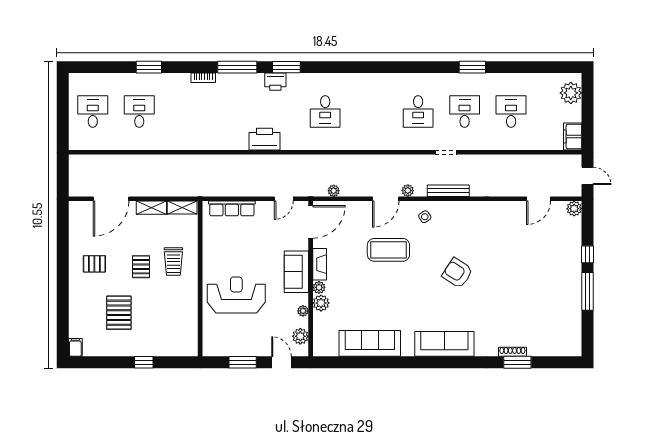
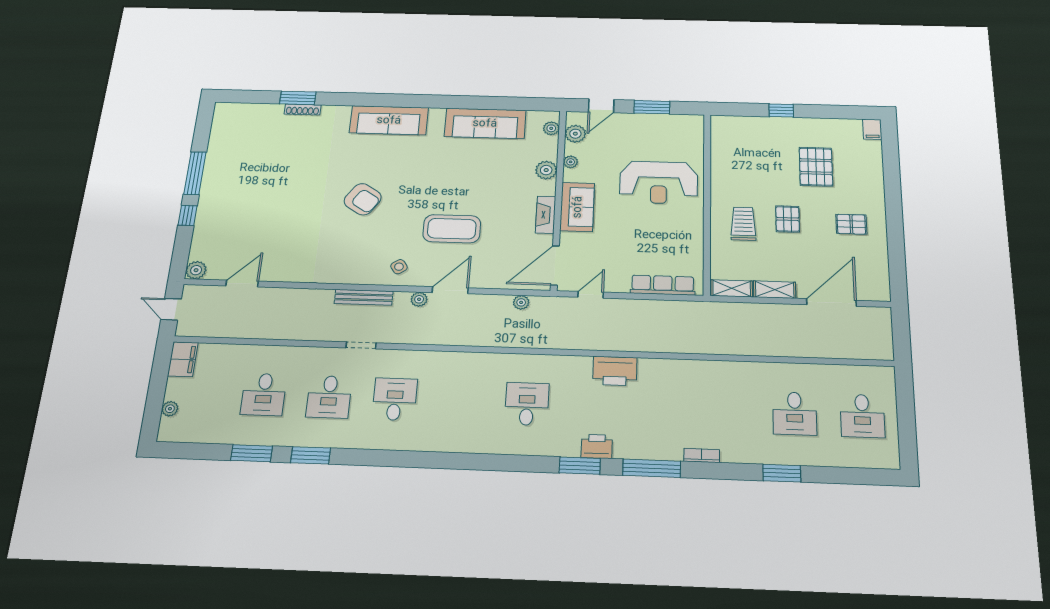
window: (514, 67) -> (252, 453), added
plant: (571, 93) -> (170, 409), width x0.53, depth x0.53
plant: (319, 287) -> (551, 128), moved
door: (281, 362) -> (601, 106), hinge flipped

